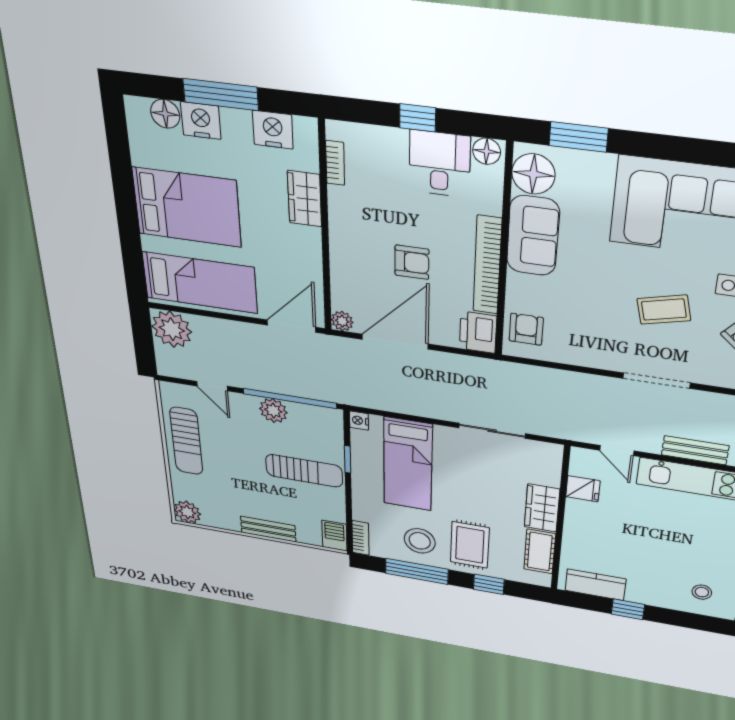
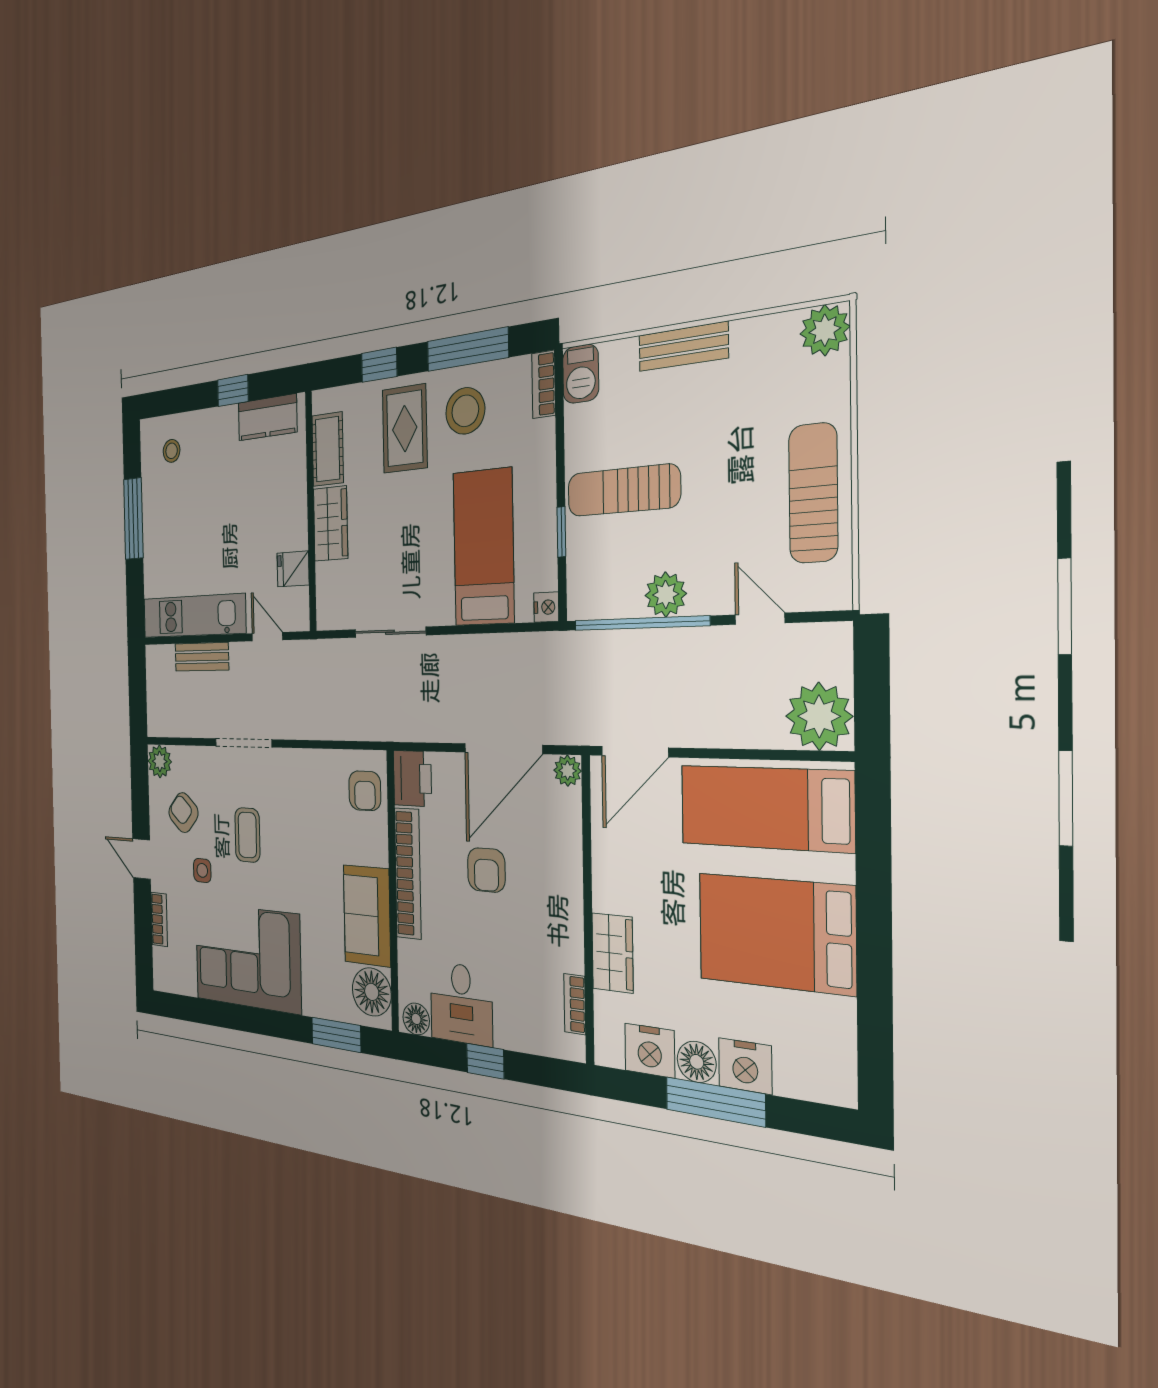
floor lamp: (165, 114) -> (697, 1062), moved
armchair: (412, 262) -> (486, 870), turned -90
coffee table: (664, 310) -> (247, 835), turned -76

